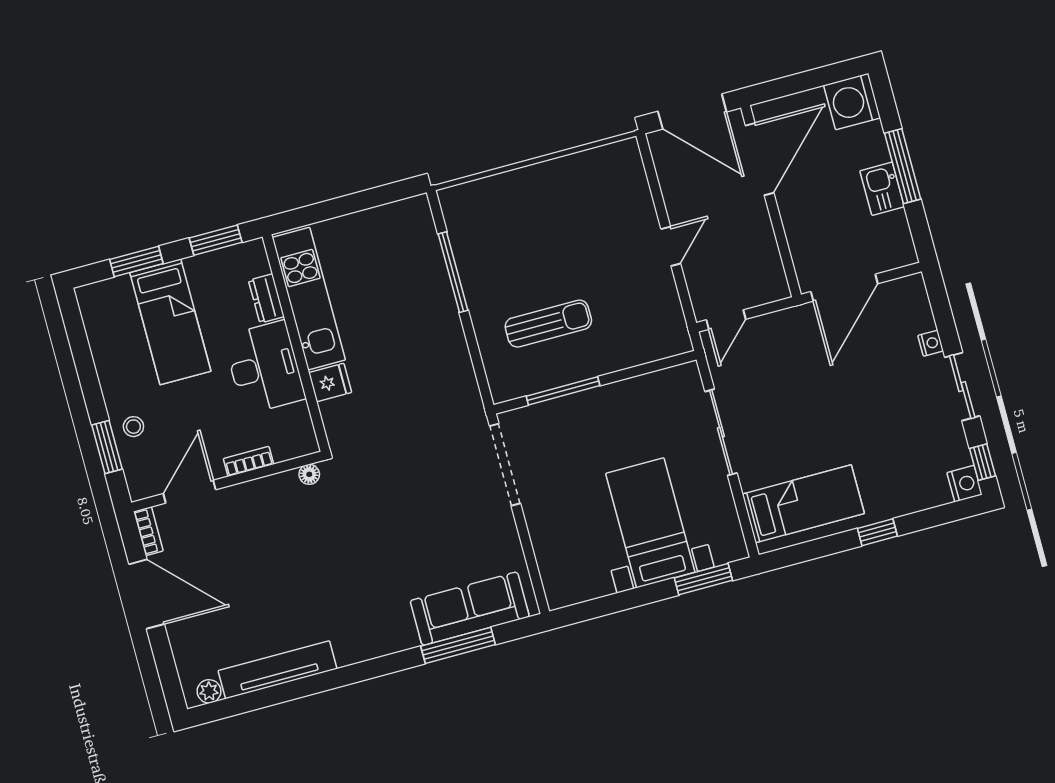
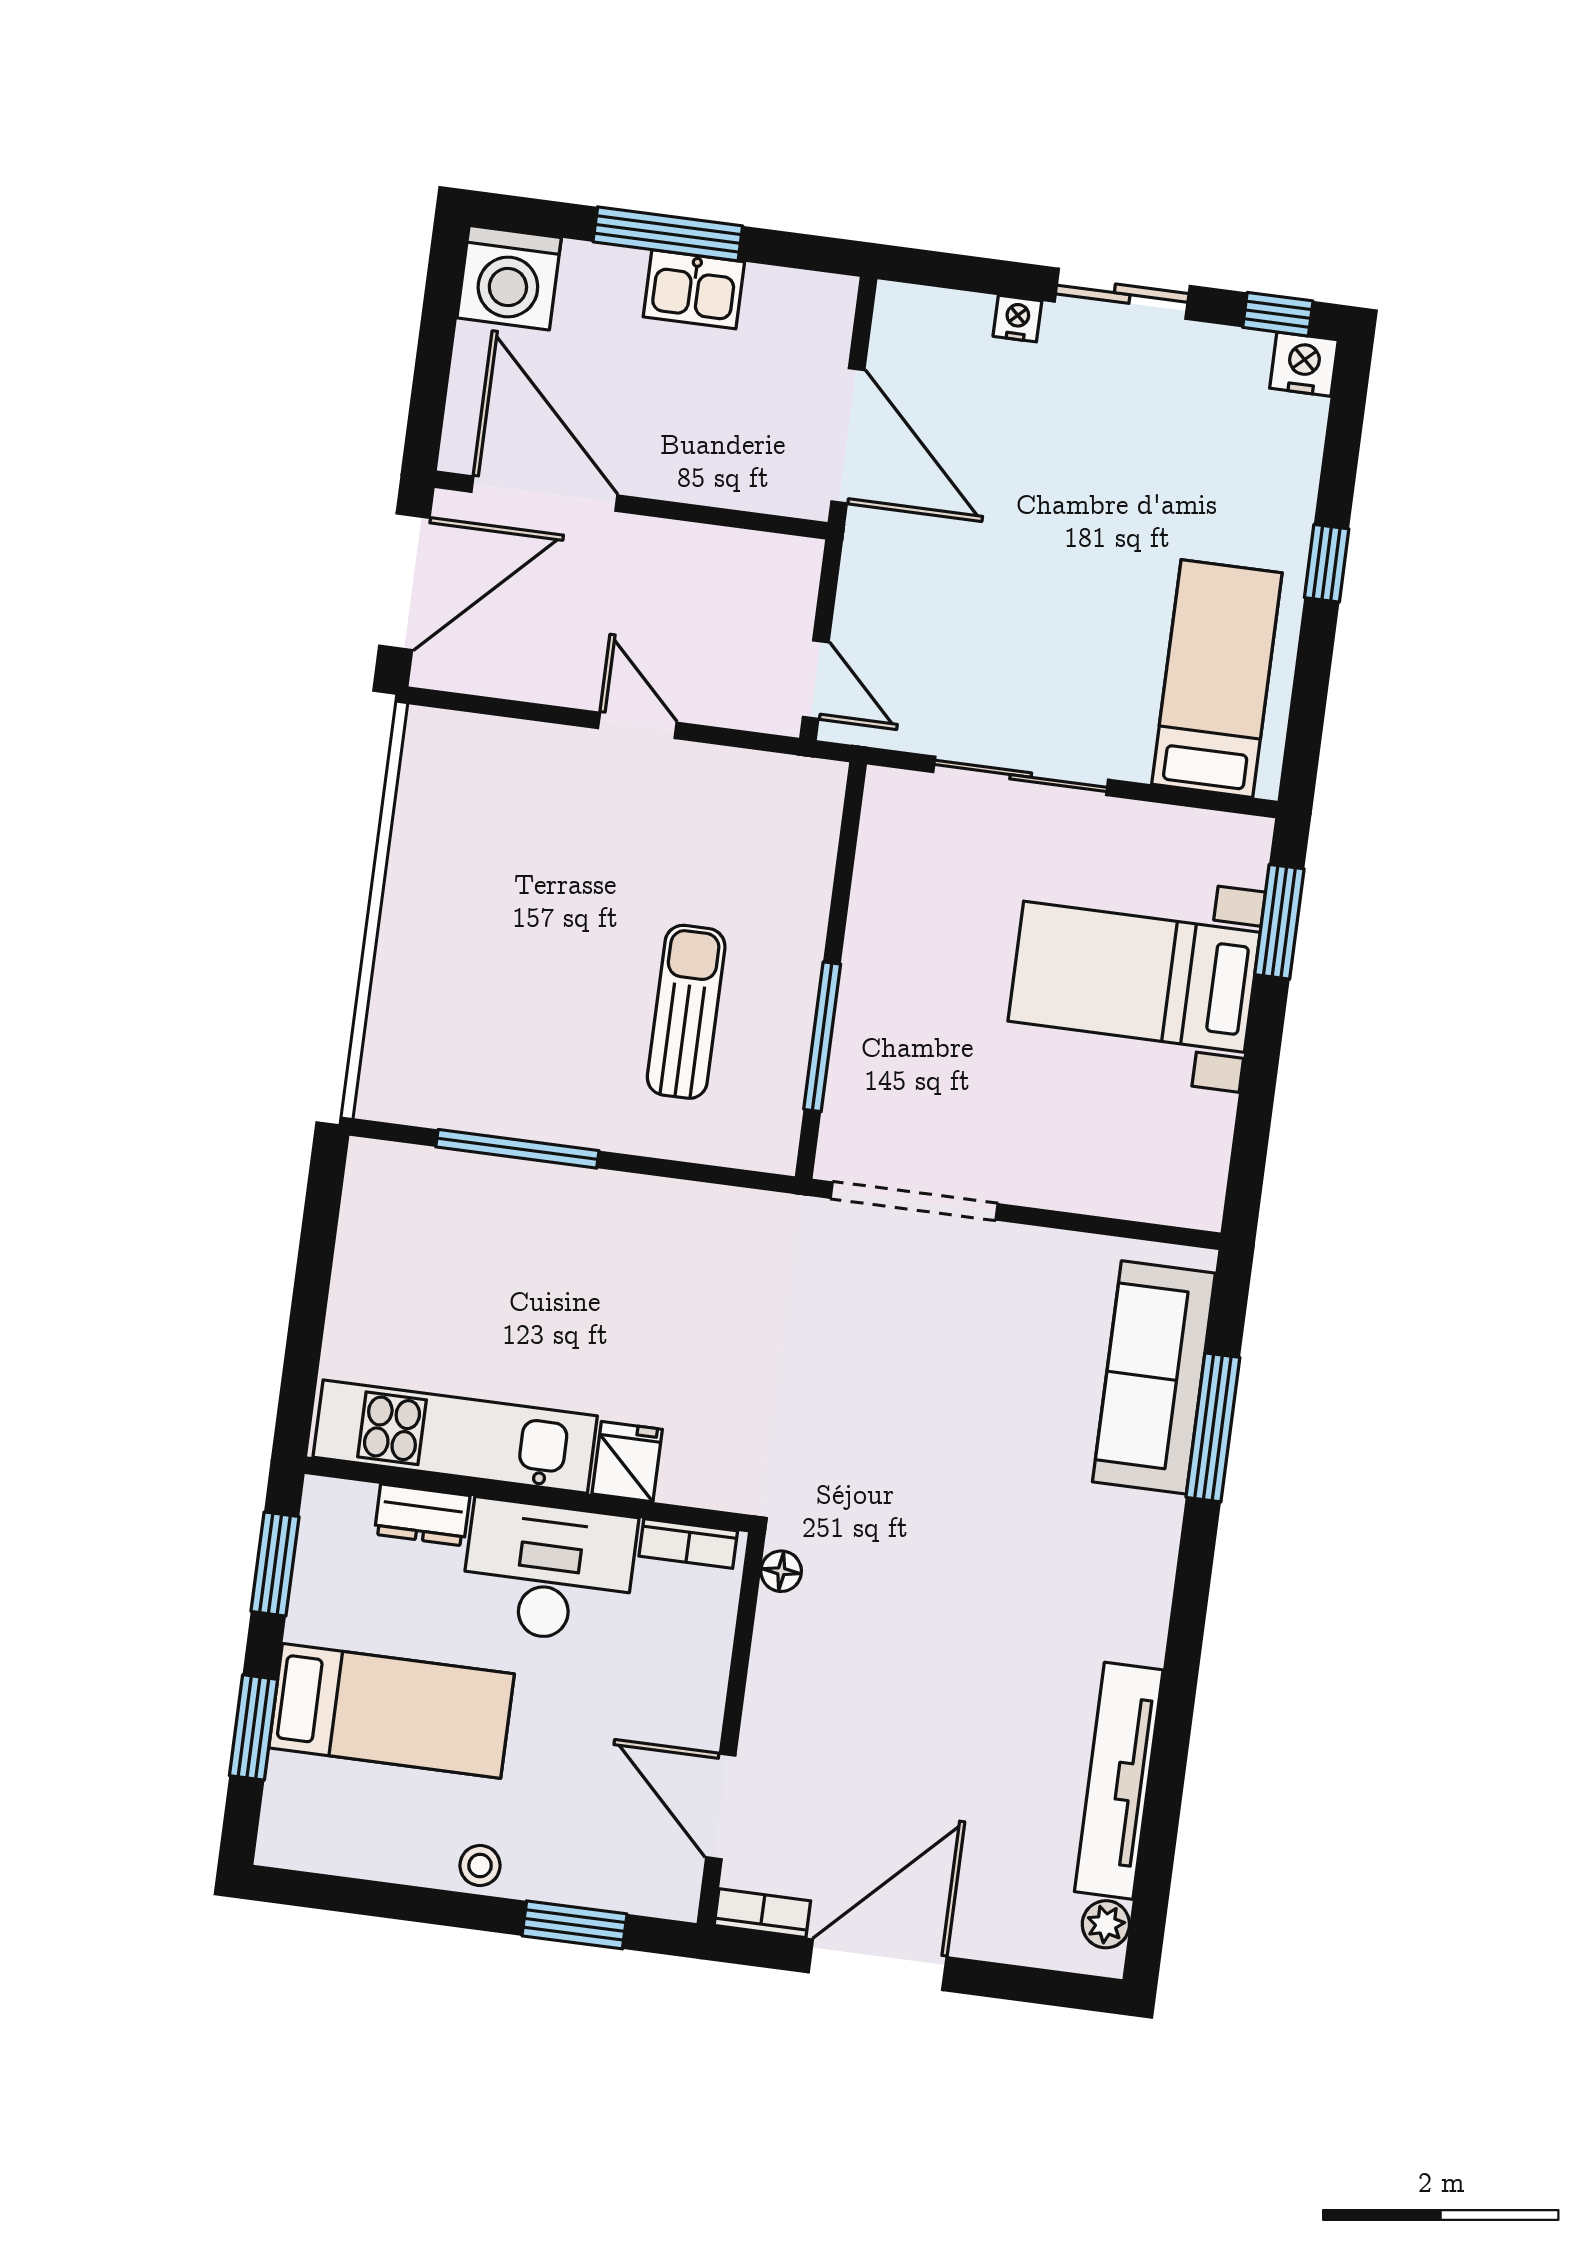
stool: (133, 427) -> (480, 1865), moved
bookcase: (248, 461) -> (688, 1544), moved, turned -90

